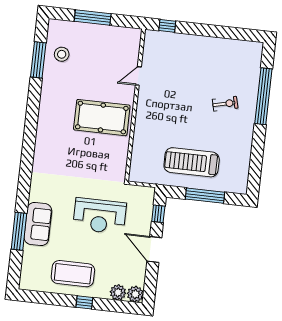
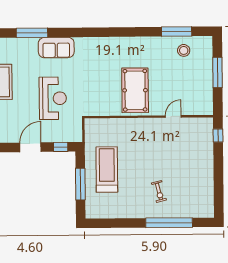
door: (138, 76) -> (173, 116), hinge flipped
reception desk: (100, 216) -> (53, 98), turned 180
sofa: (38, 224) -> (56, 48), moved

